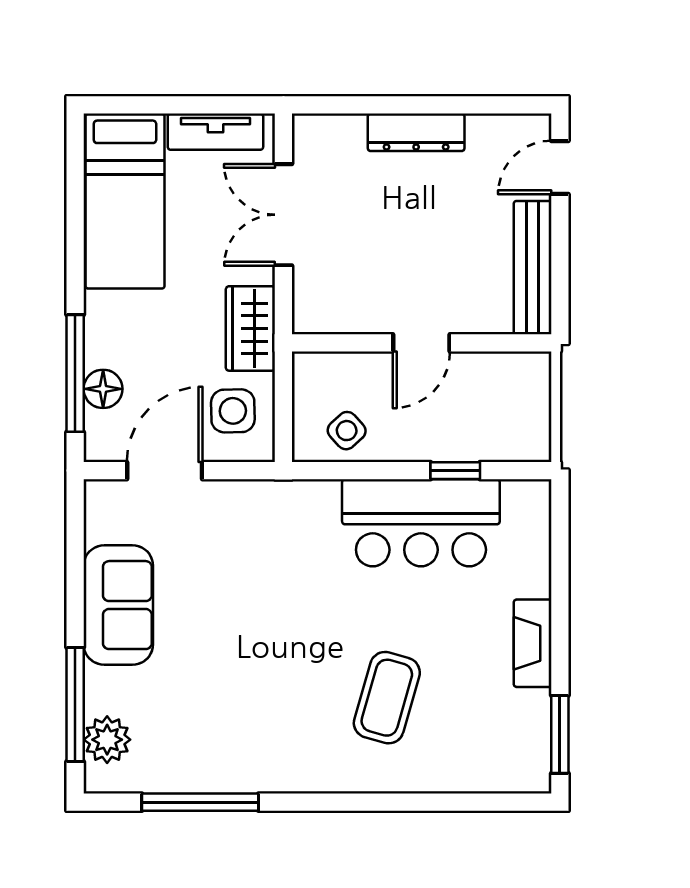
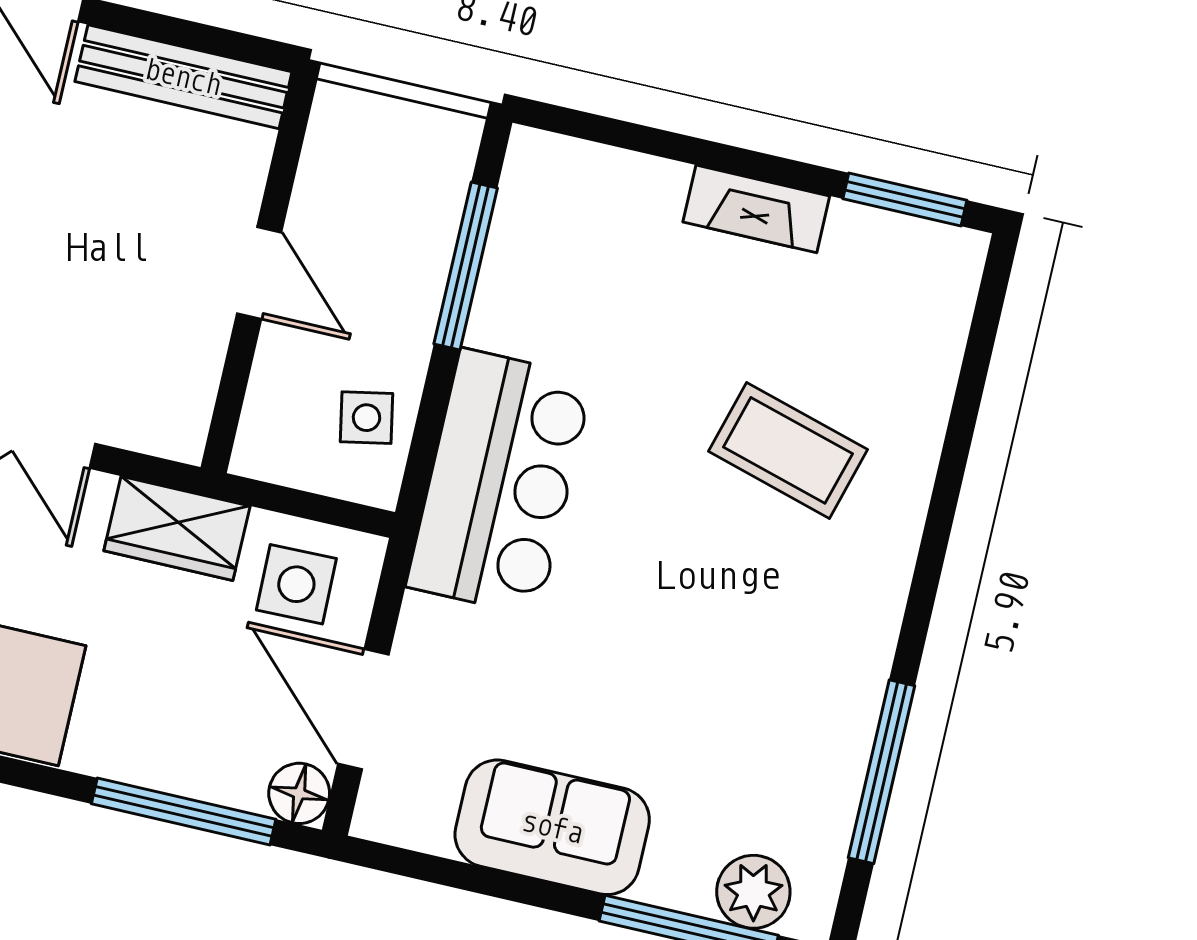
floor lamp: (103, 389) -> (299, 793), moved
side table: (347, 431) -> (366, 418), turned 31
window: (455, 471) -> (466, 266), width x2.17
bar counter: (421, 523) -> (500, 482), moved

